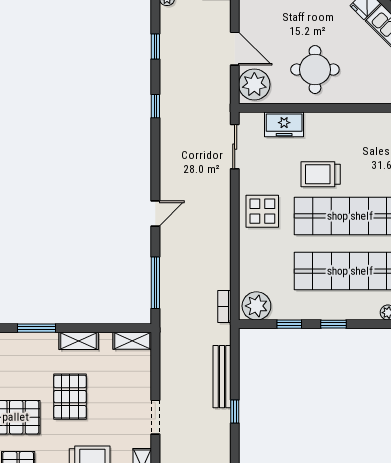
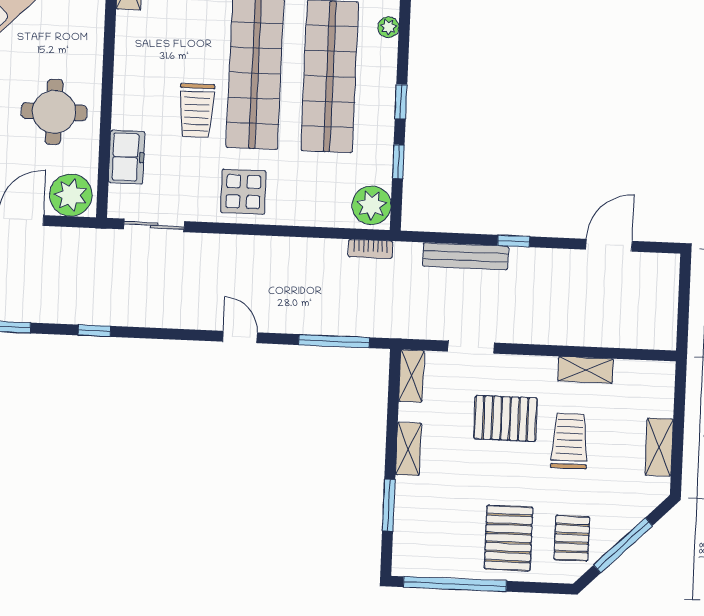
pallet: (70, 397) -> (506, 418), moved
doorway: (155, 417) -> (471, 347), moved

